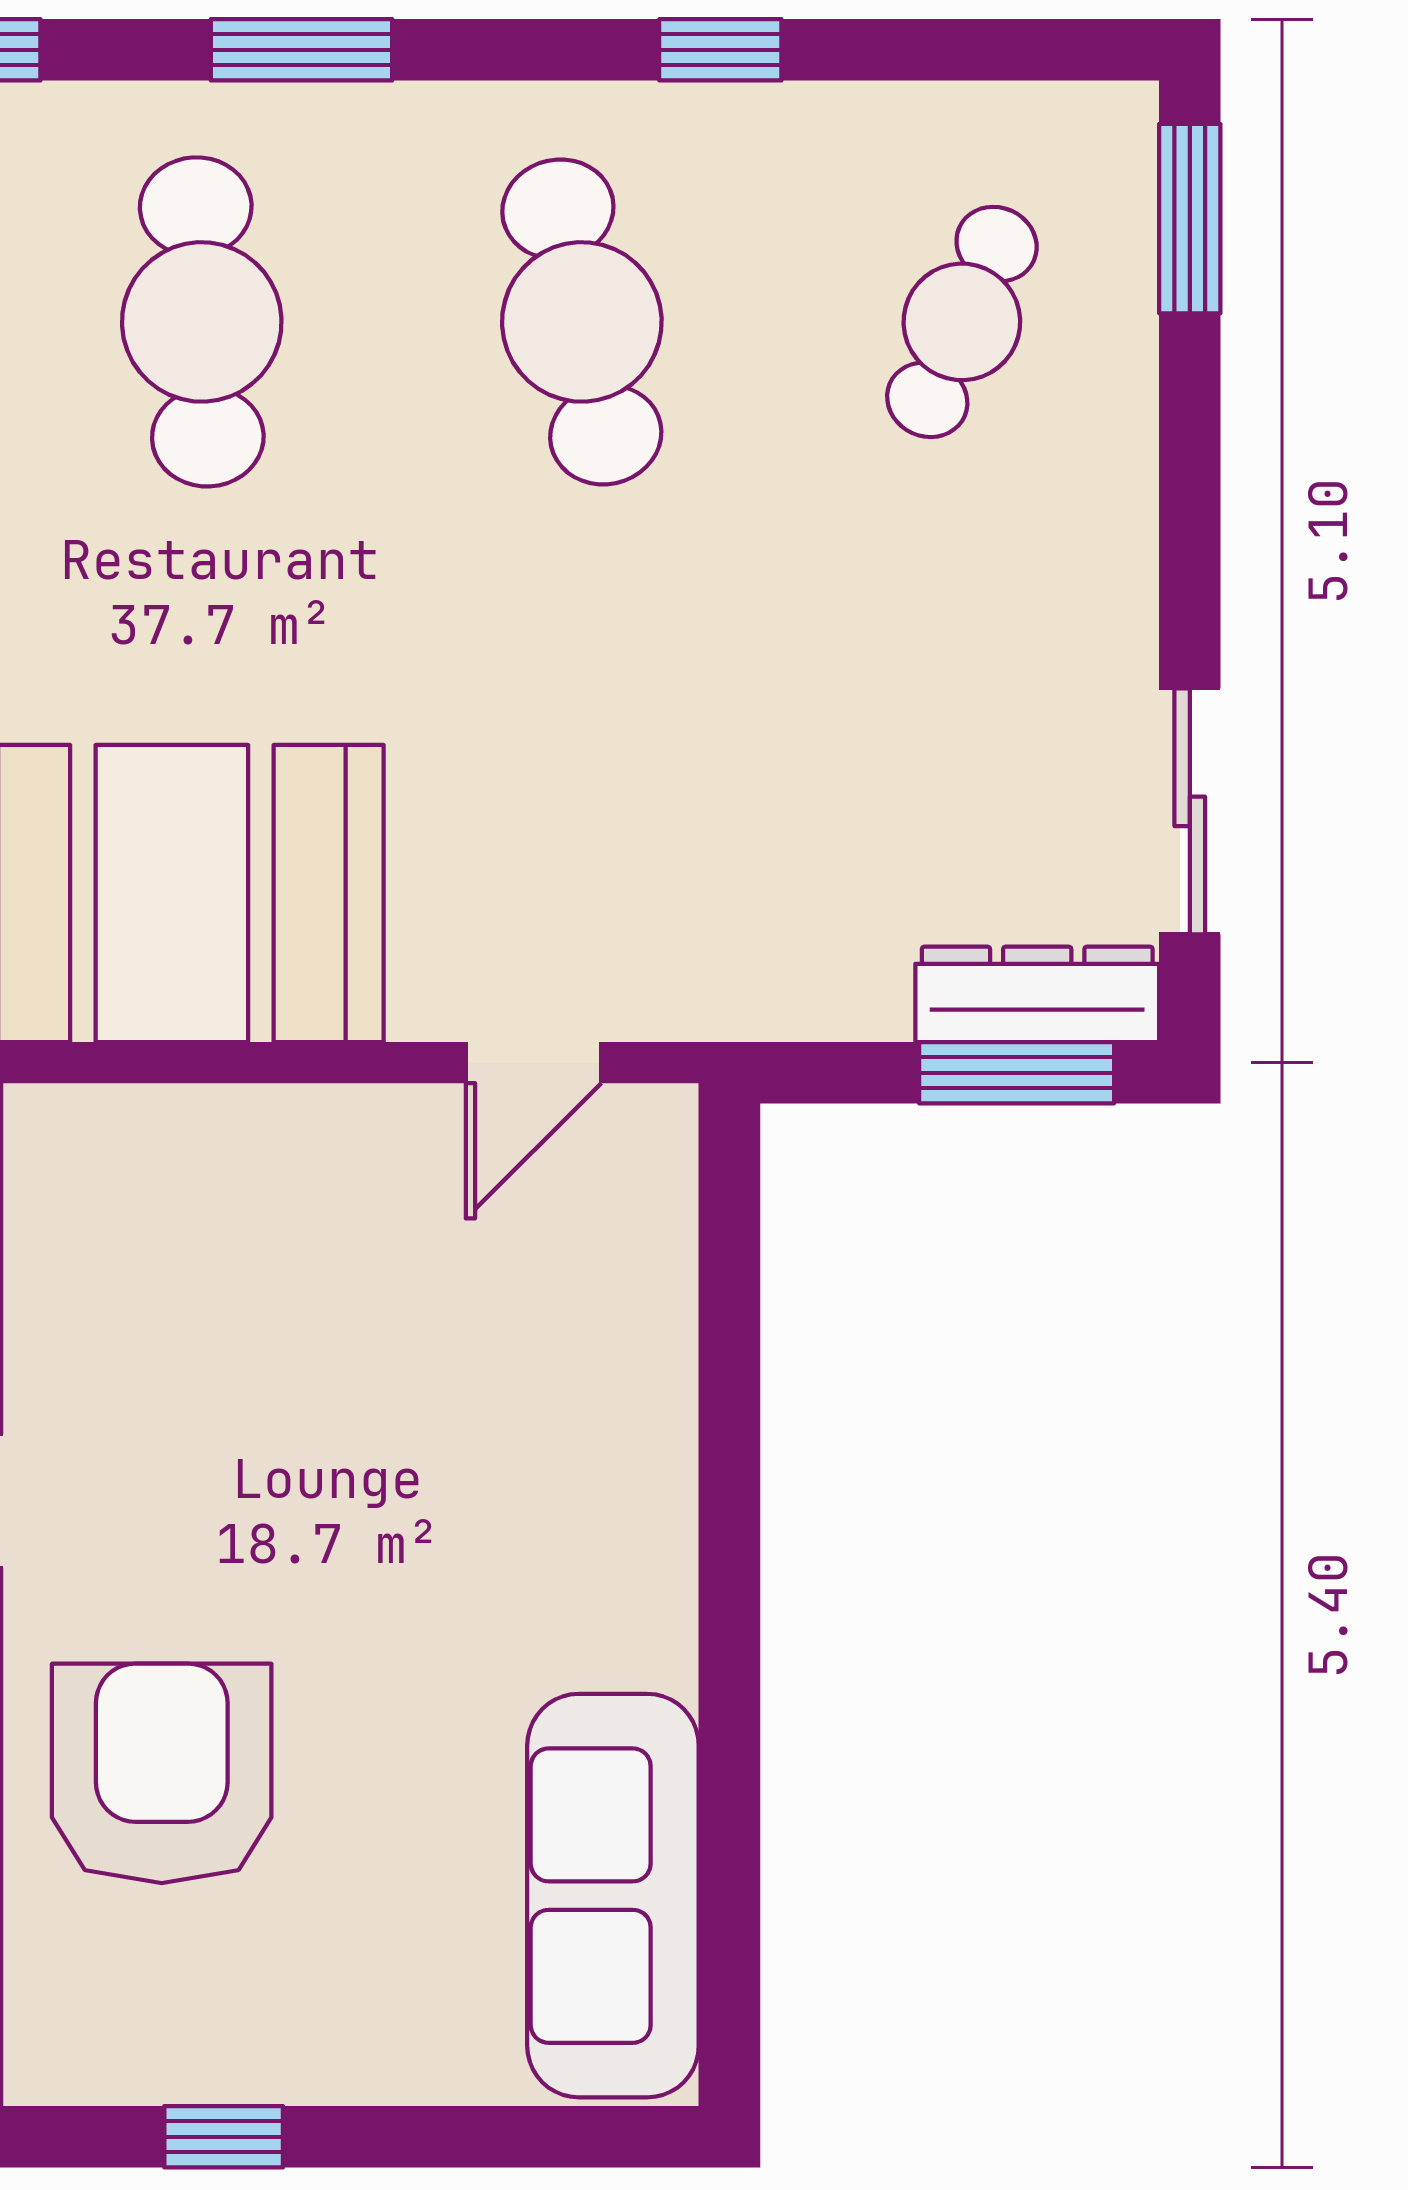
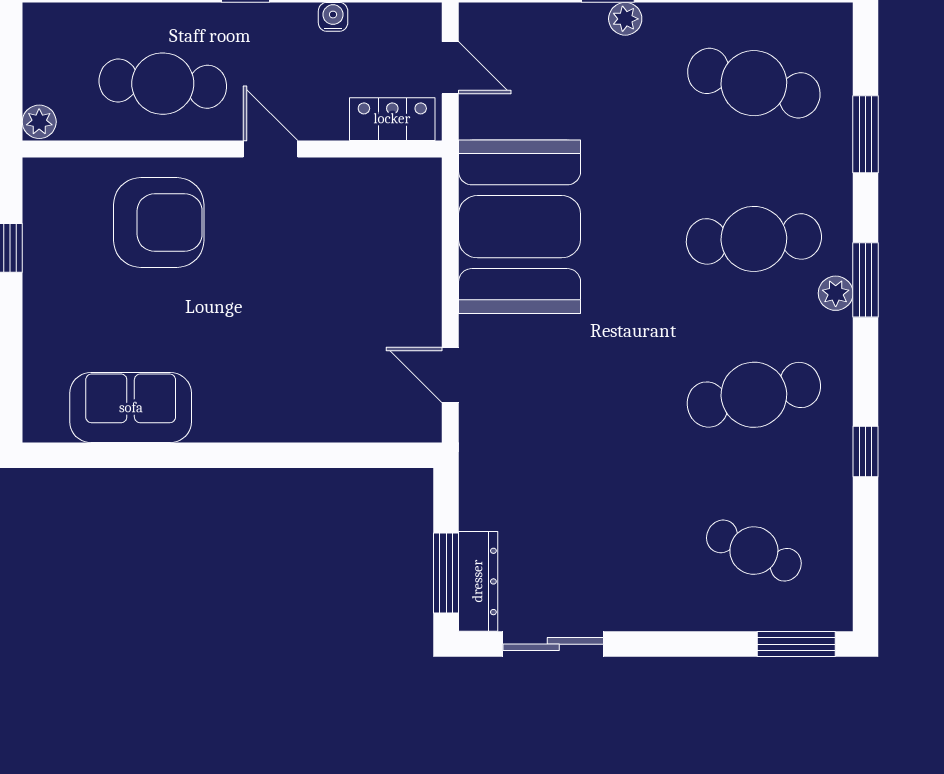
plant: (334, 123) -> (836, 293), added
sofa: (613, 1896) -> (131, 408), width x0.73

